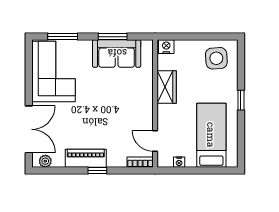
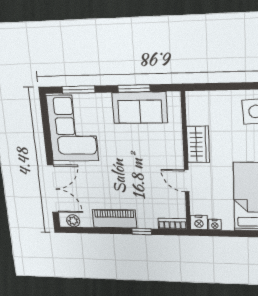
nightstand: (166, 47) -> (199, 222), moved, turned 180
door: (155, 141) -> (187, 181), moved
window: (97, 170) -> (142, 231), moved

